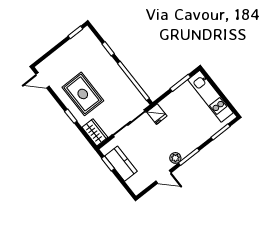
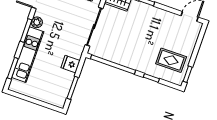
rug: (83, 94) -> (171, 60), moved, width x0.73, depth x0.70
kitchen unit: (211, 96) -> (28, 55), moved, turned 90
fridge: (157, 114) -> (70, 64), moved

